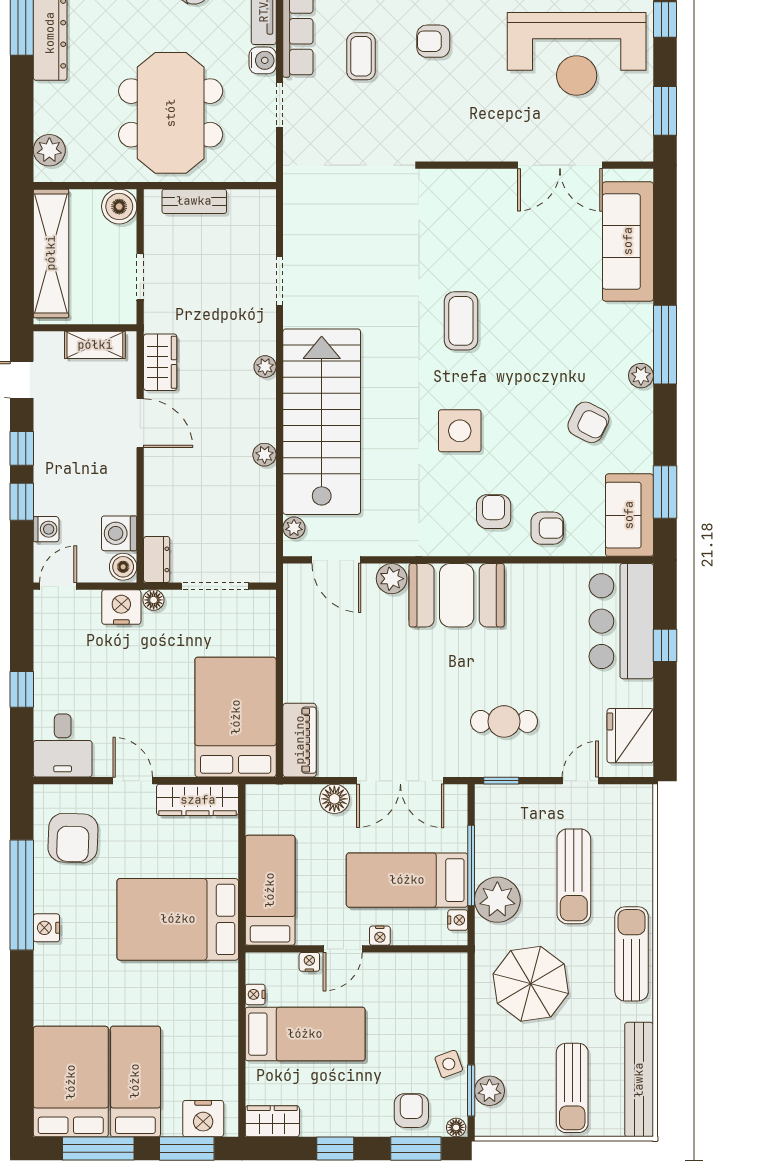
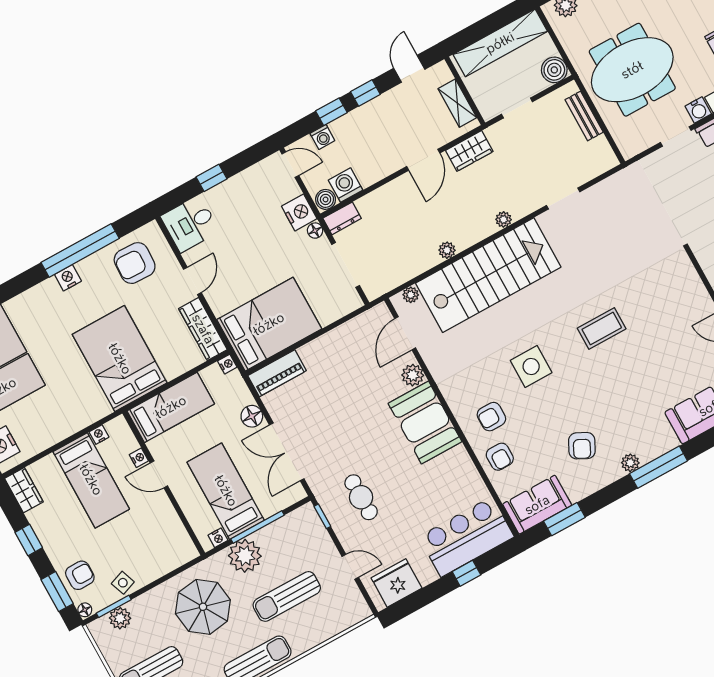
armchair: (494, 512) -> (491, 417), turned 180
nightstand: (380, 936) -> (227, 364), moved, turned 180

